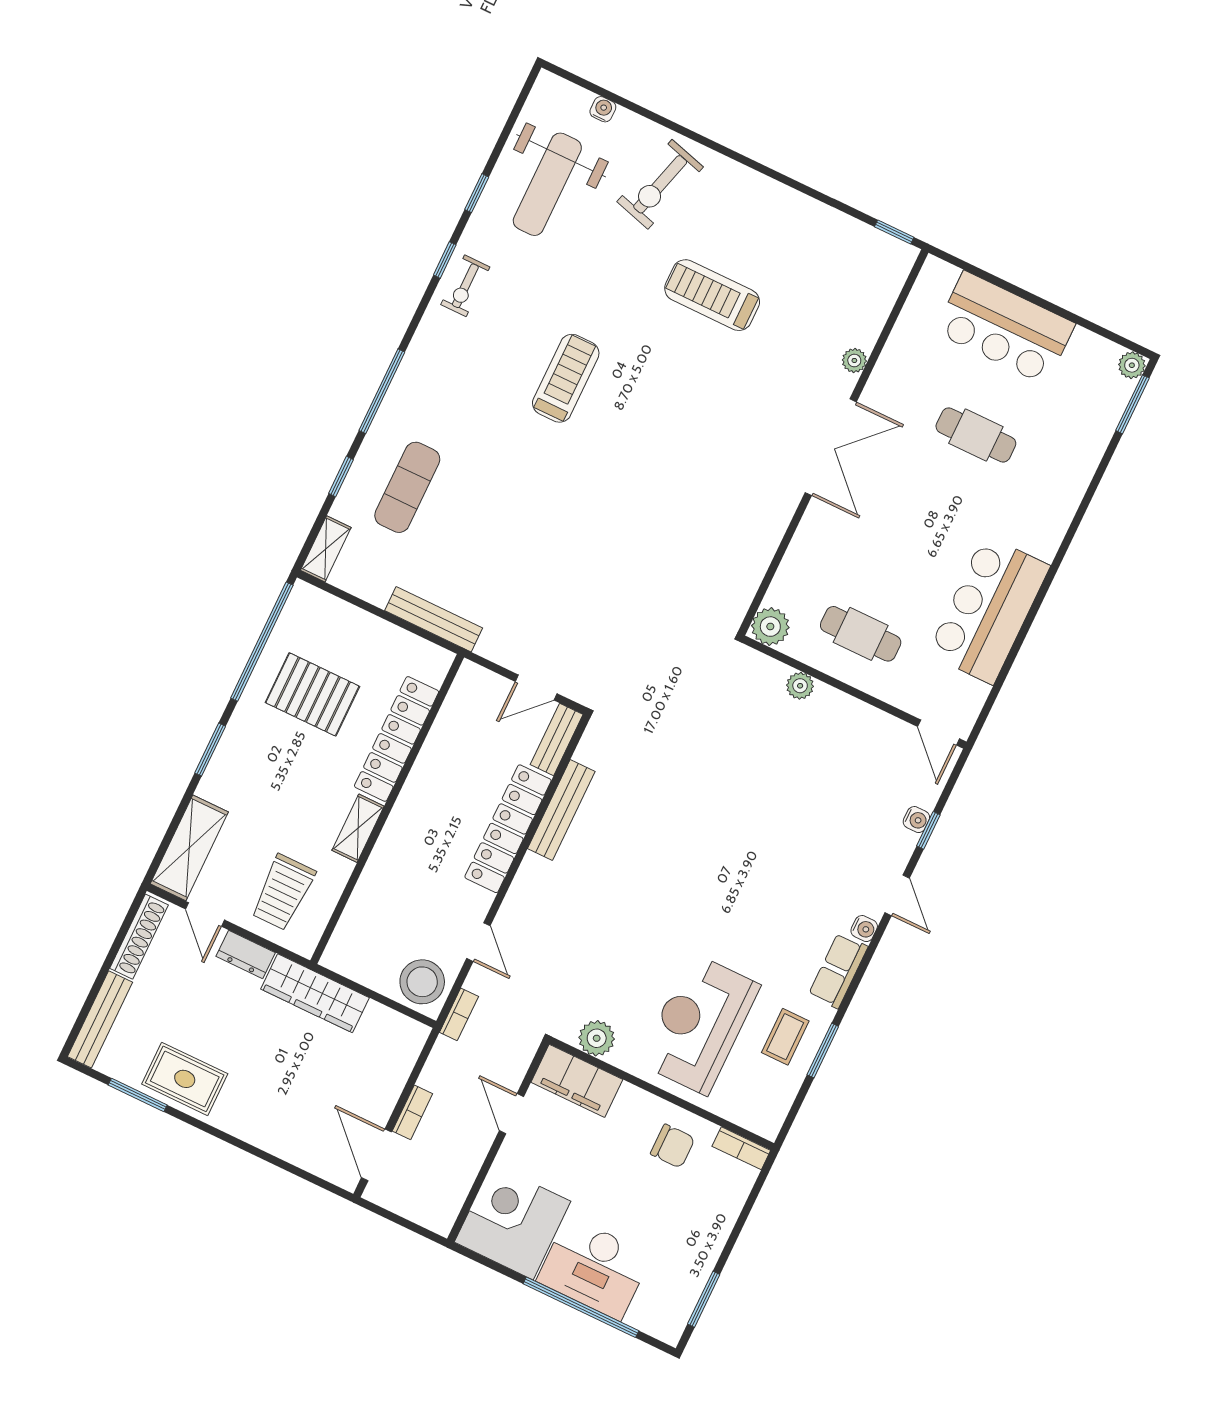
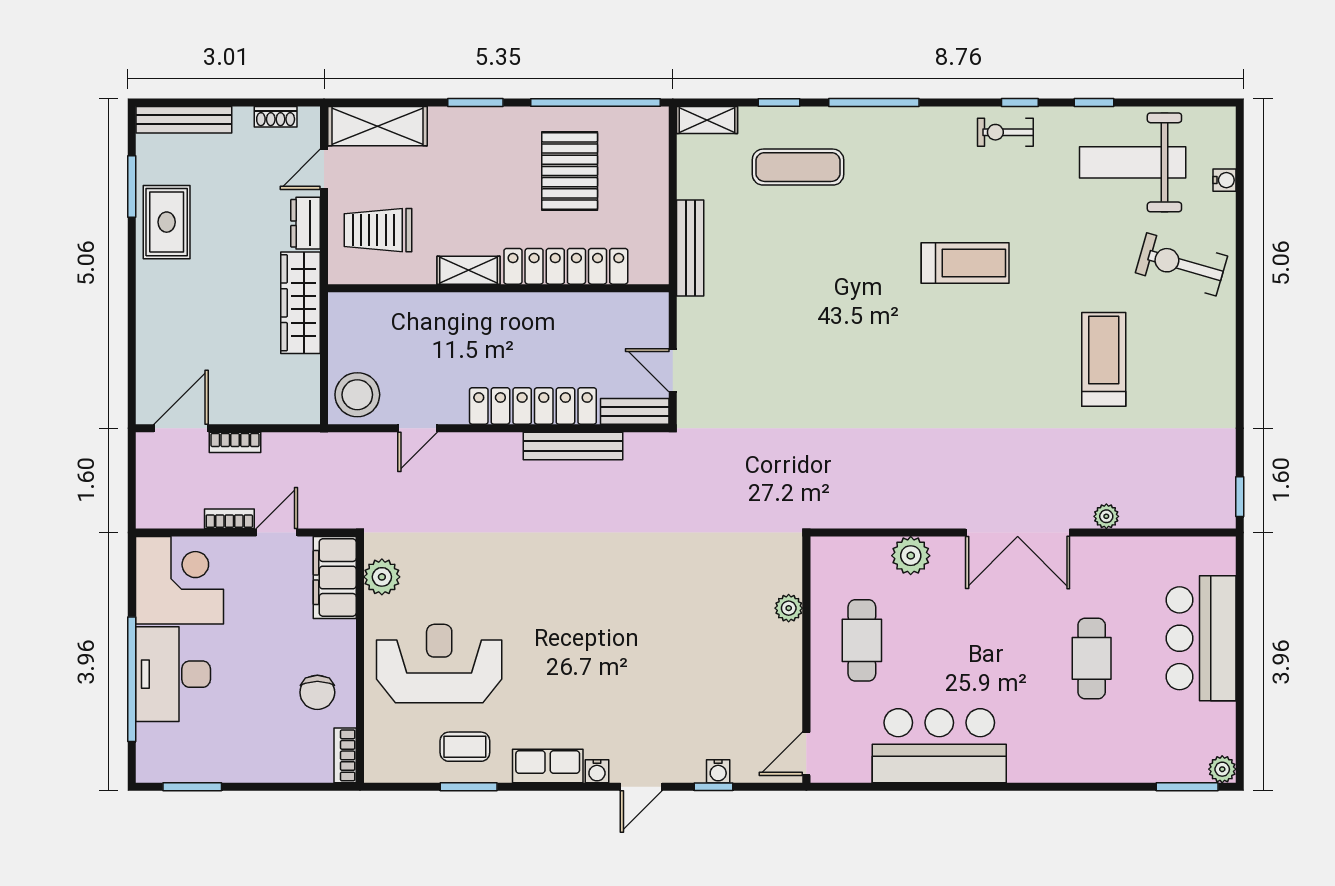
plant: (770, 627) -> (911, 556), moved
shoe rack: (139, 937) -> (276, 117), width x0.51, depth x0.81
bookcase: (459, 1014) -> (229, 519), moved, turned 180

